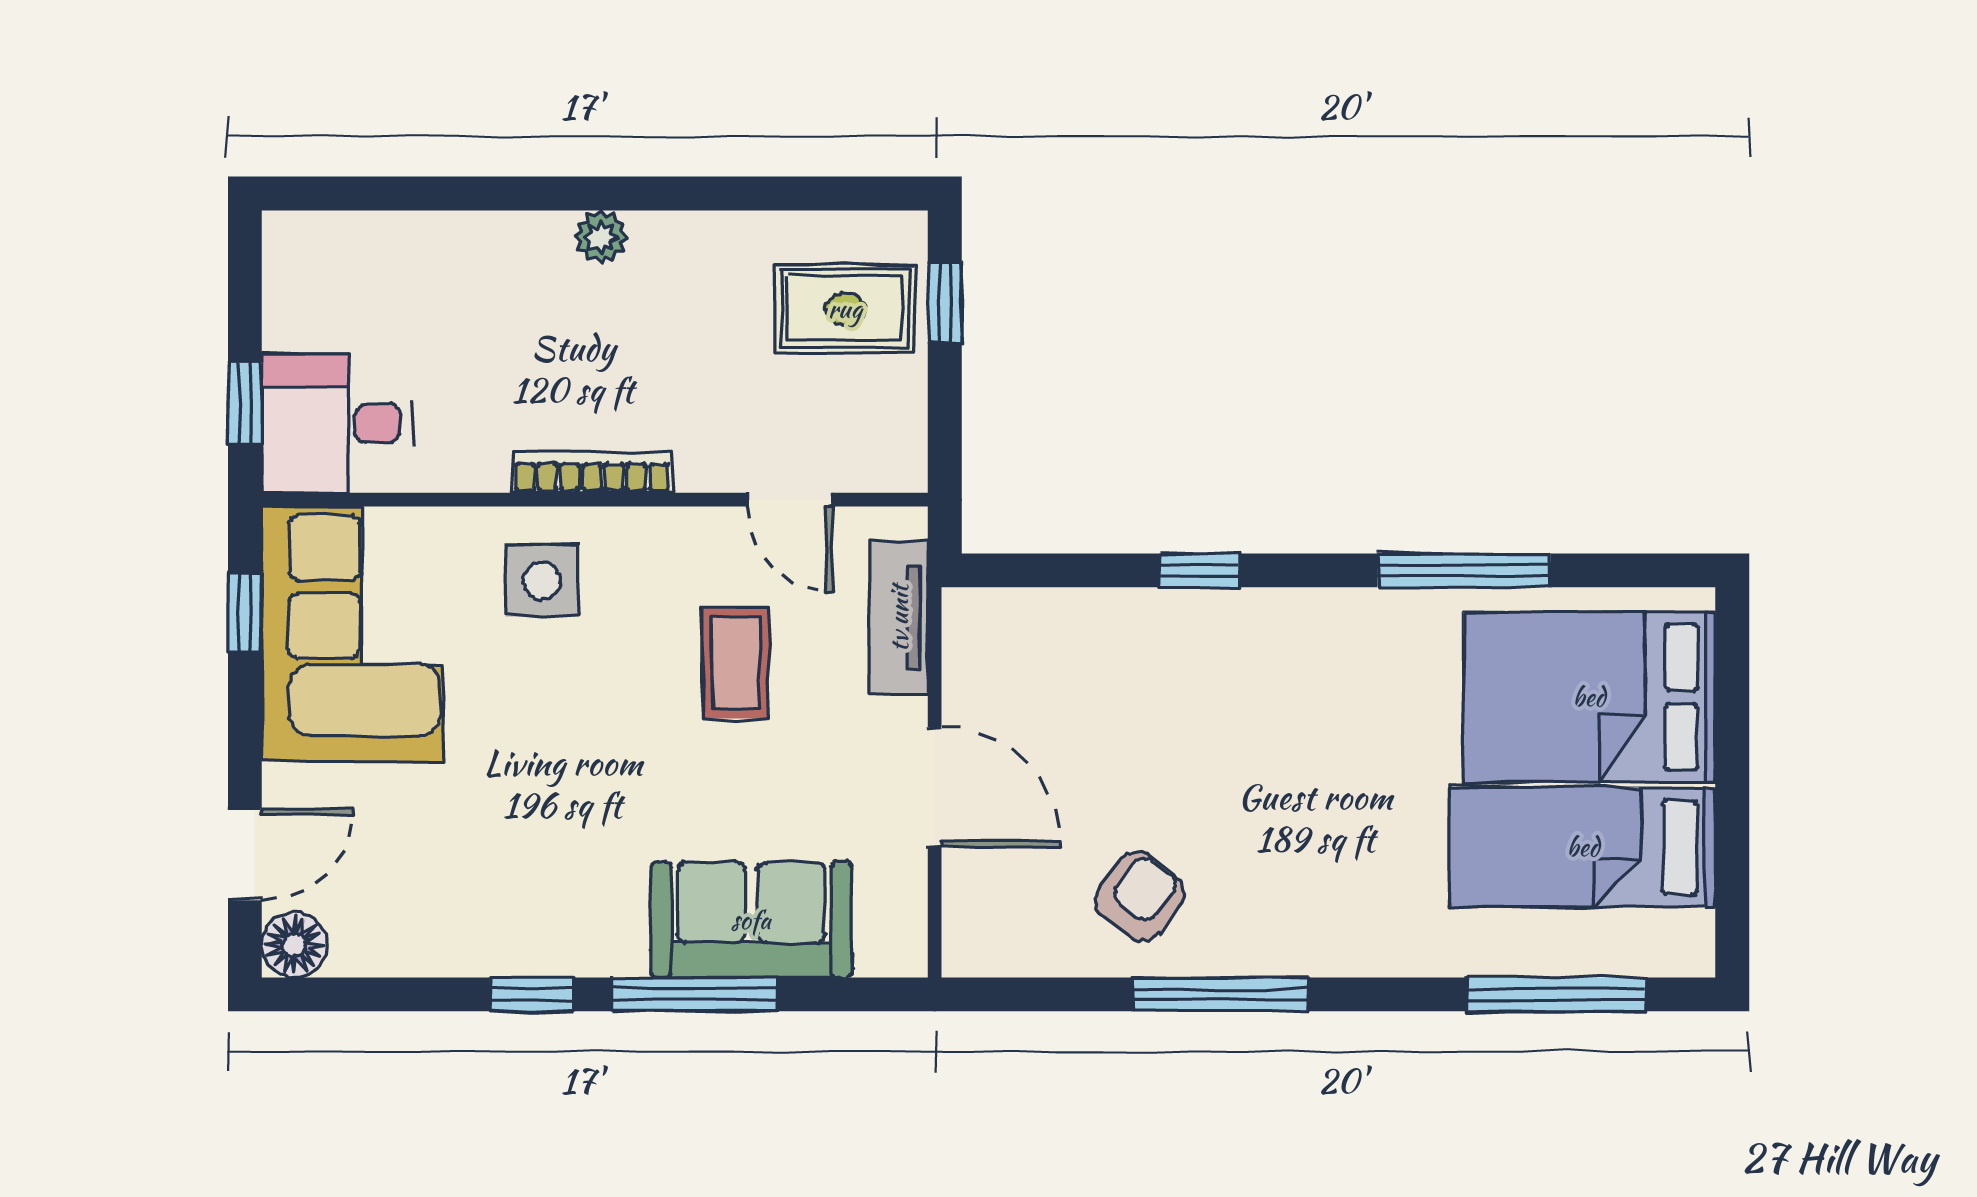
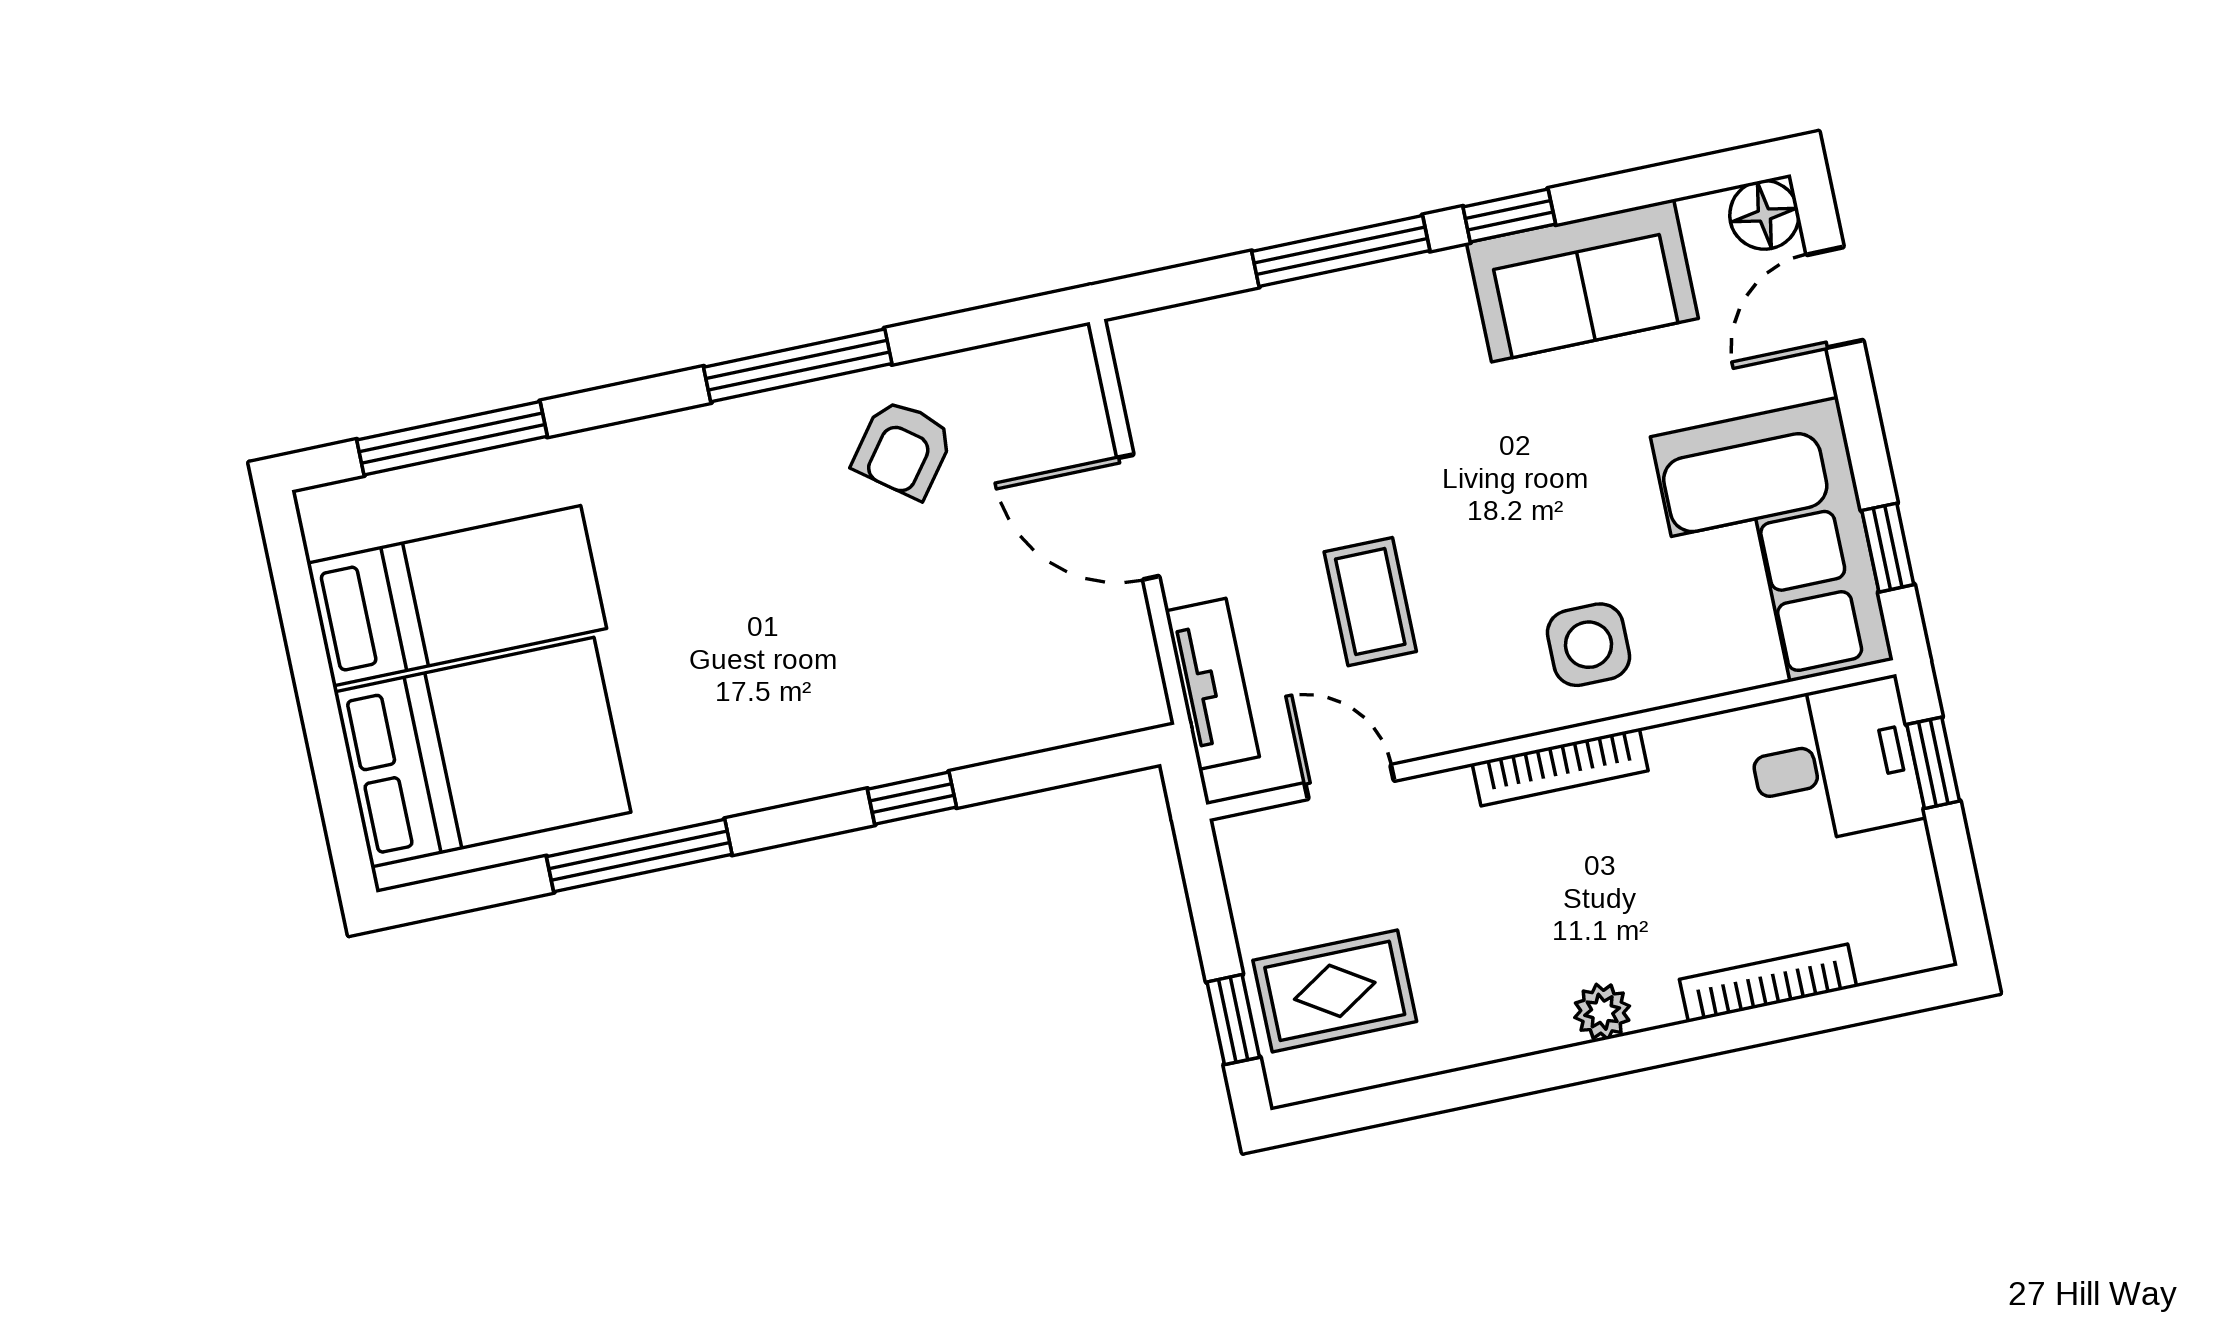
bookcase: (441, 231) -> (1768, 983), added
sofa: (751, 920) -> (1582, 281), moved

